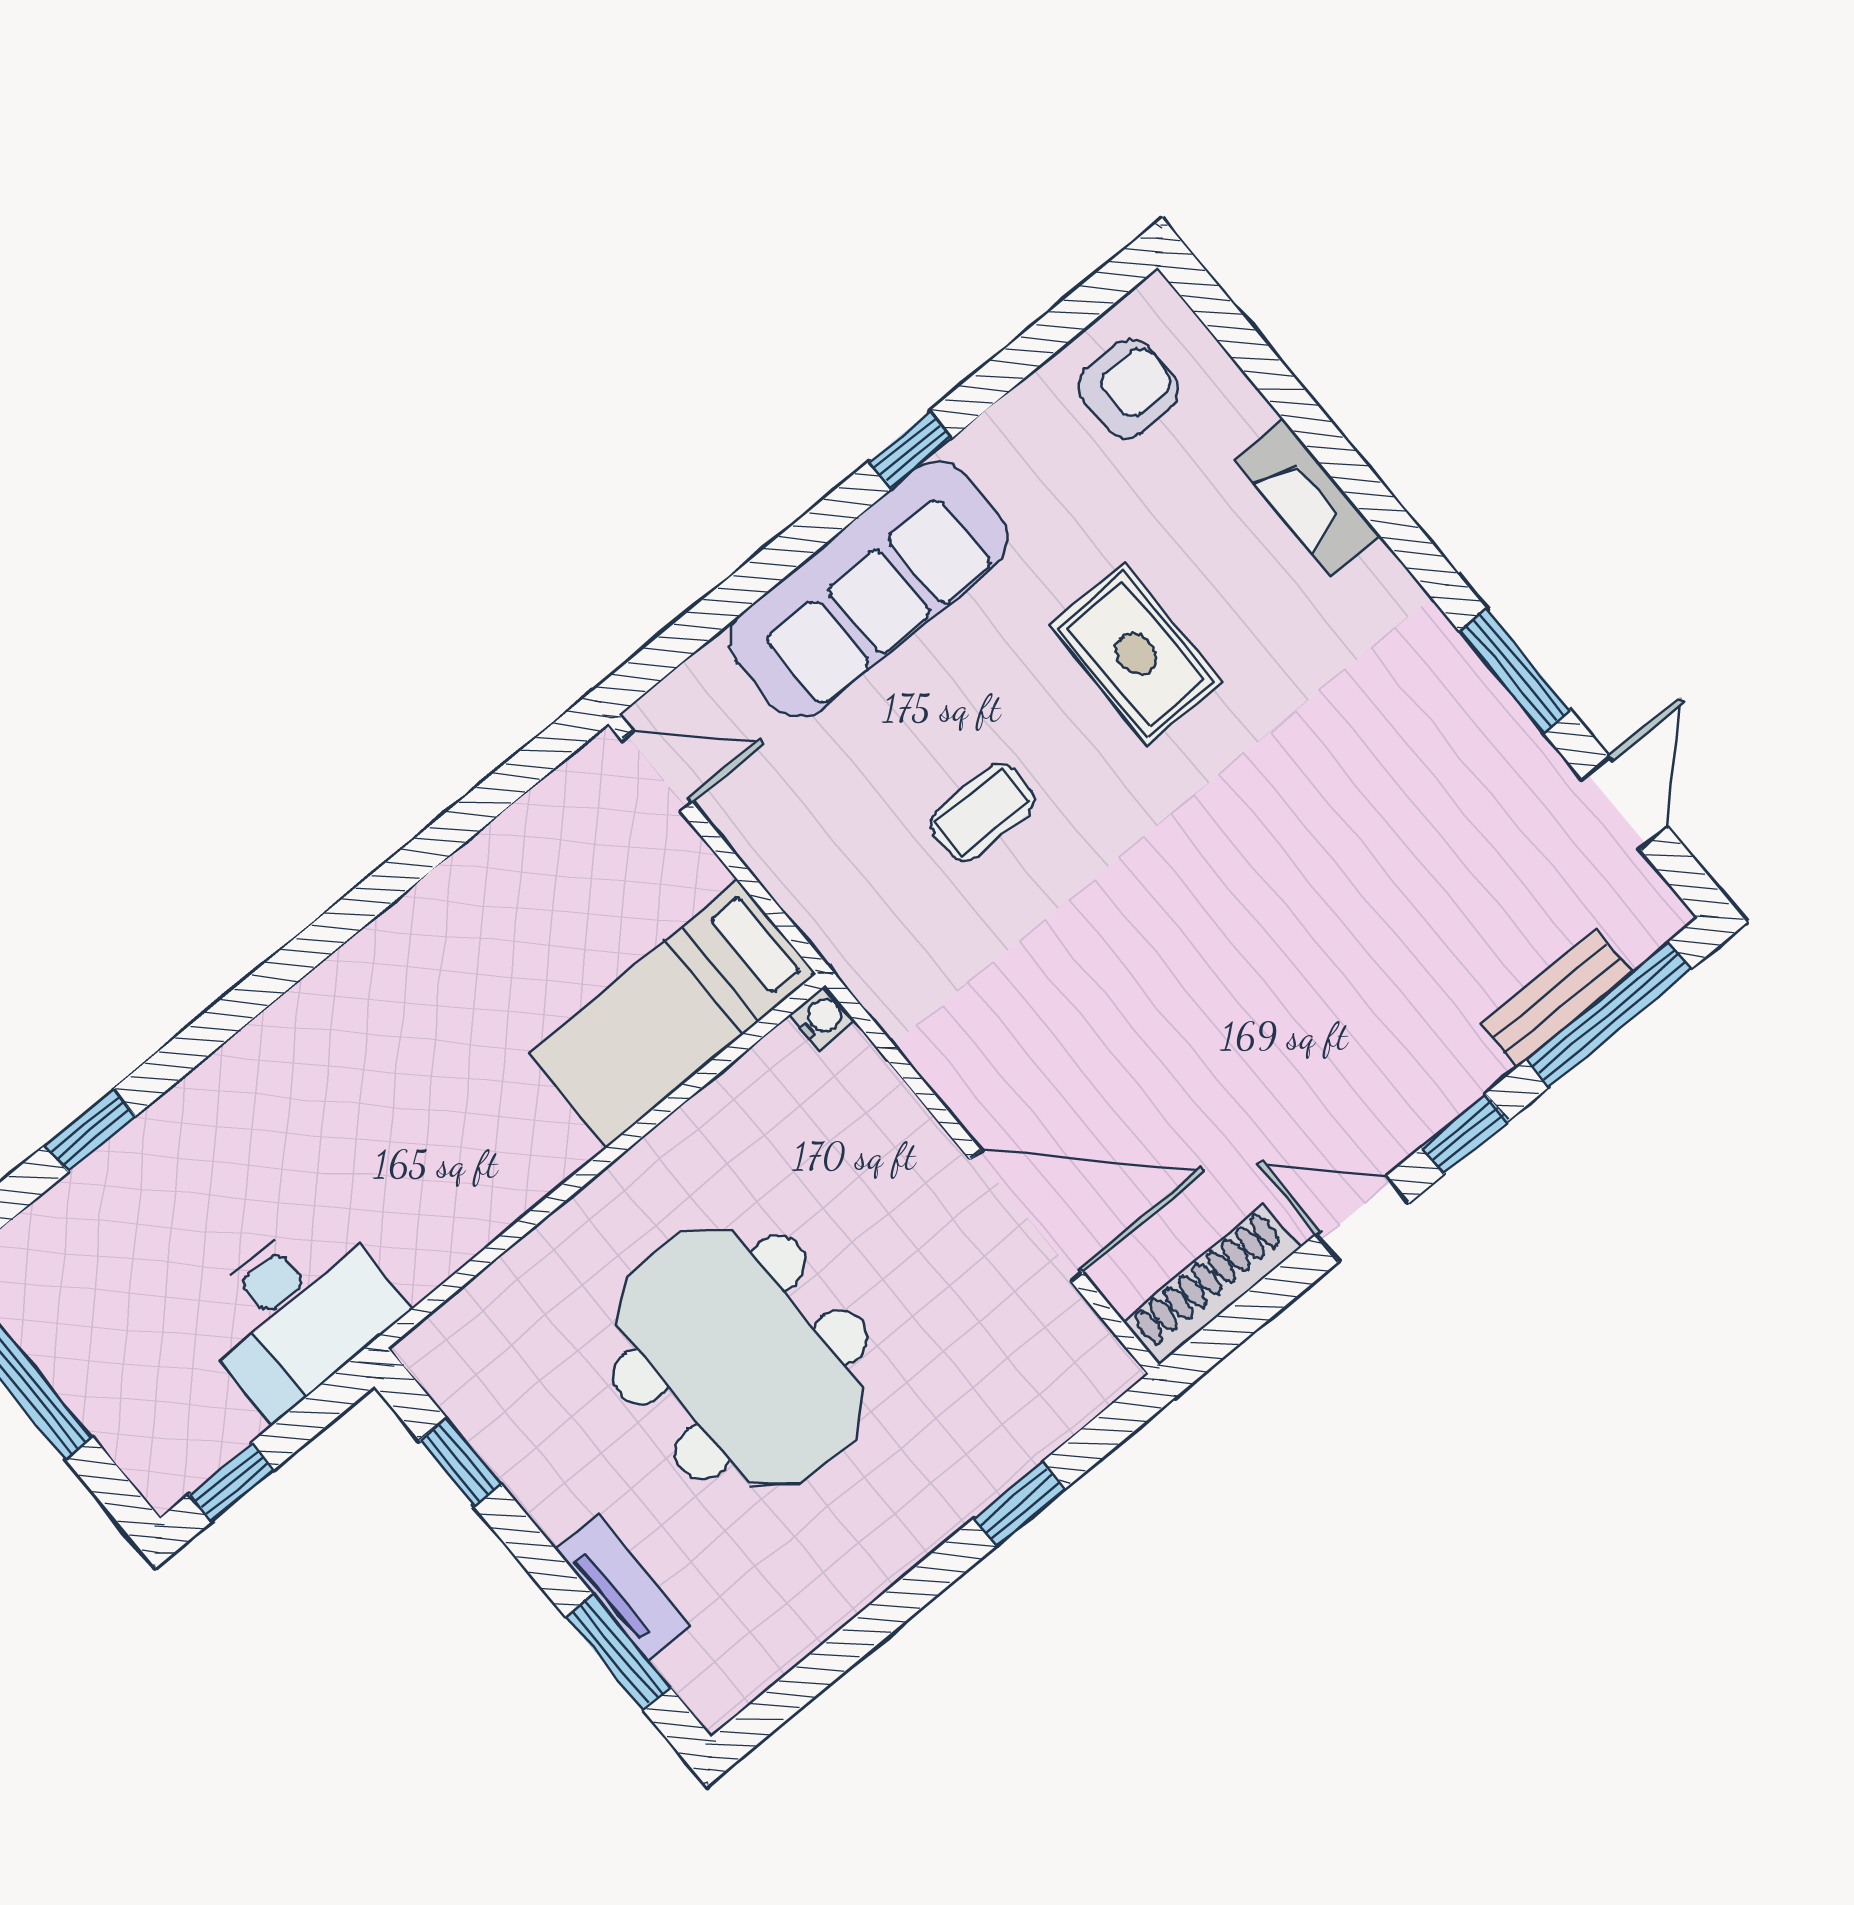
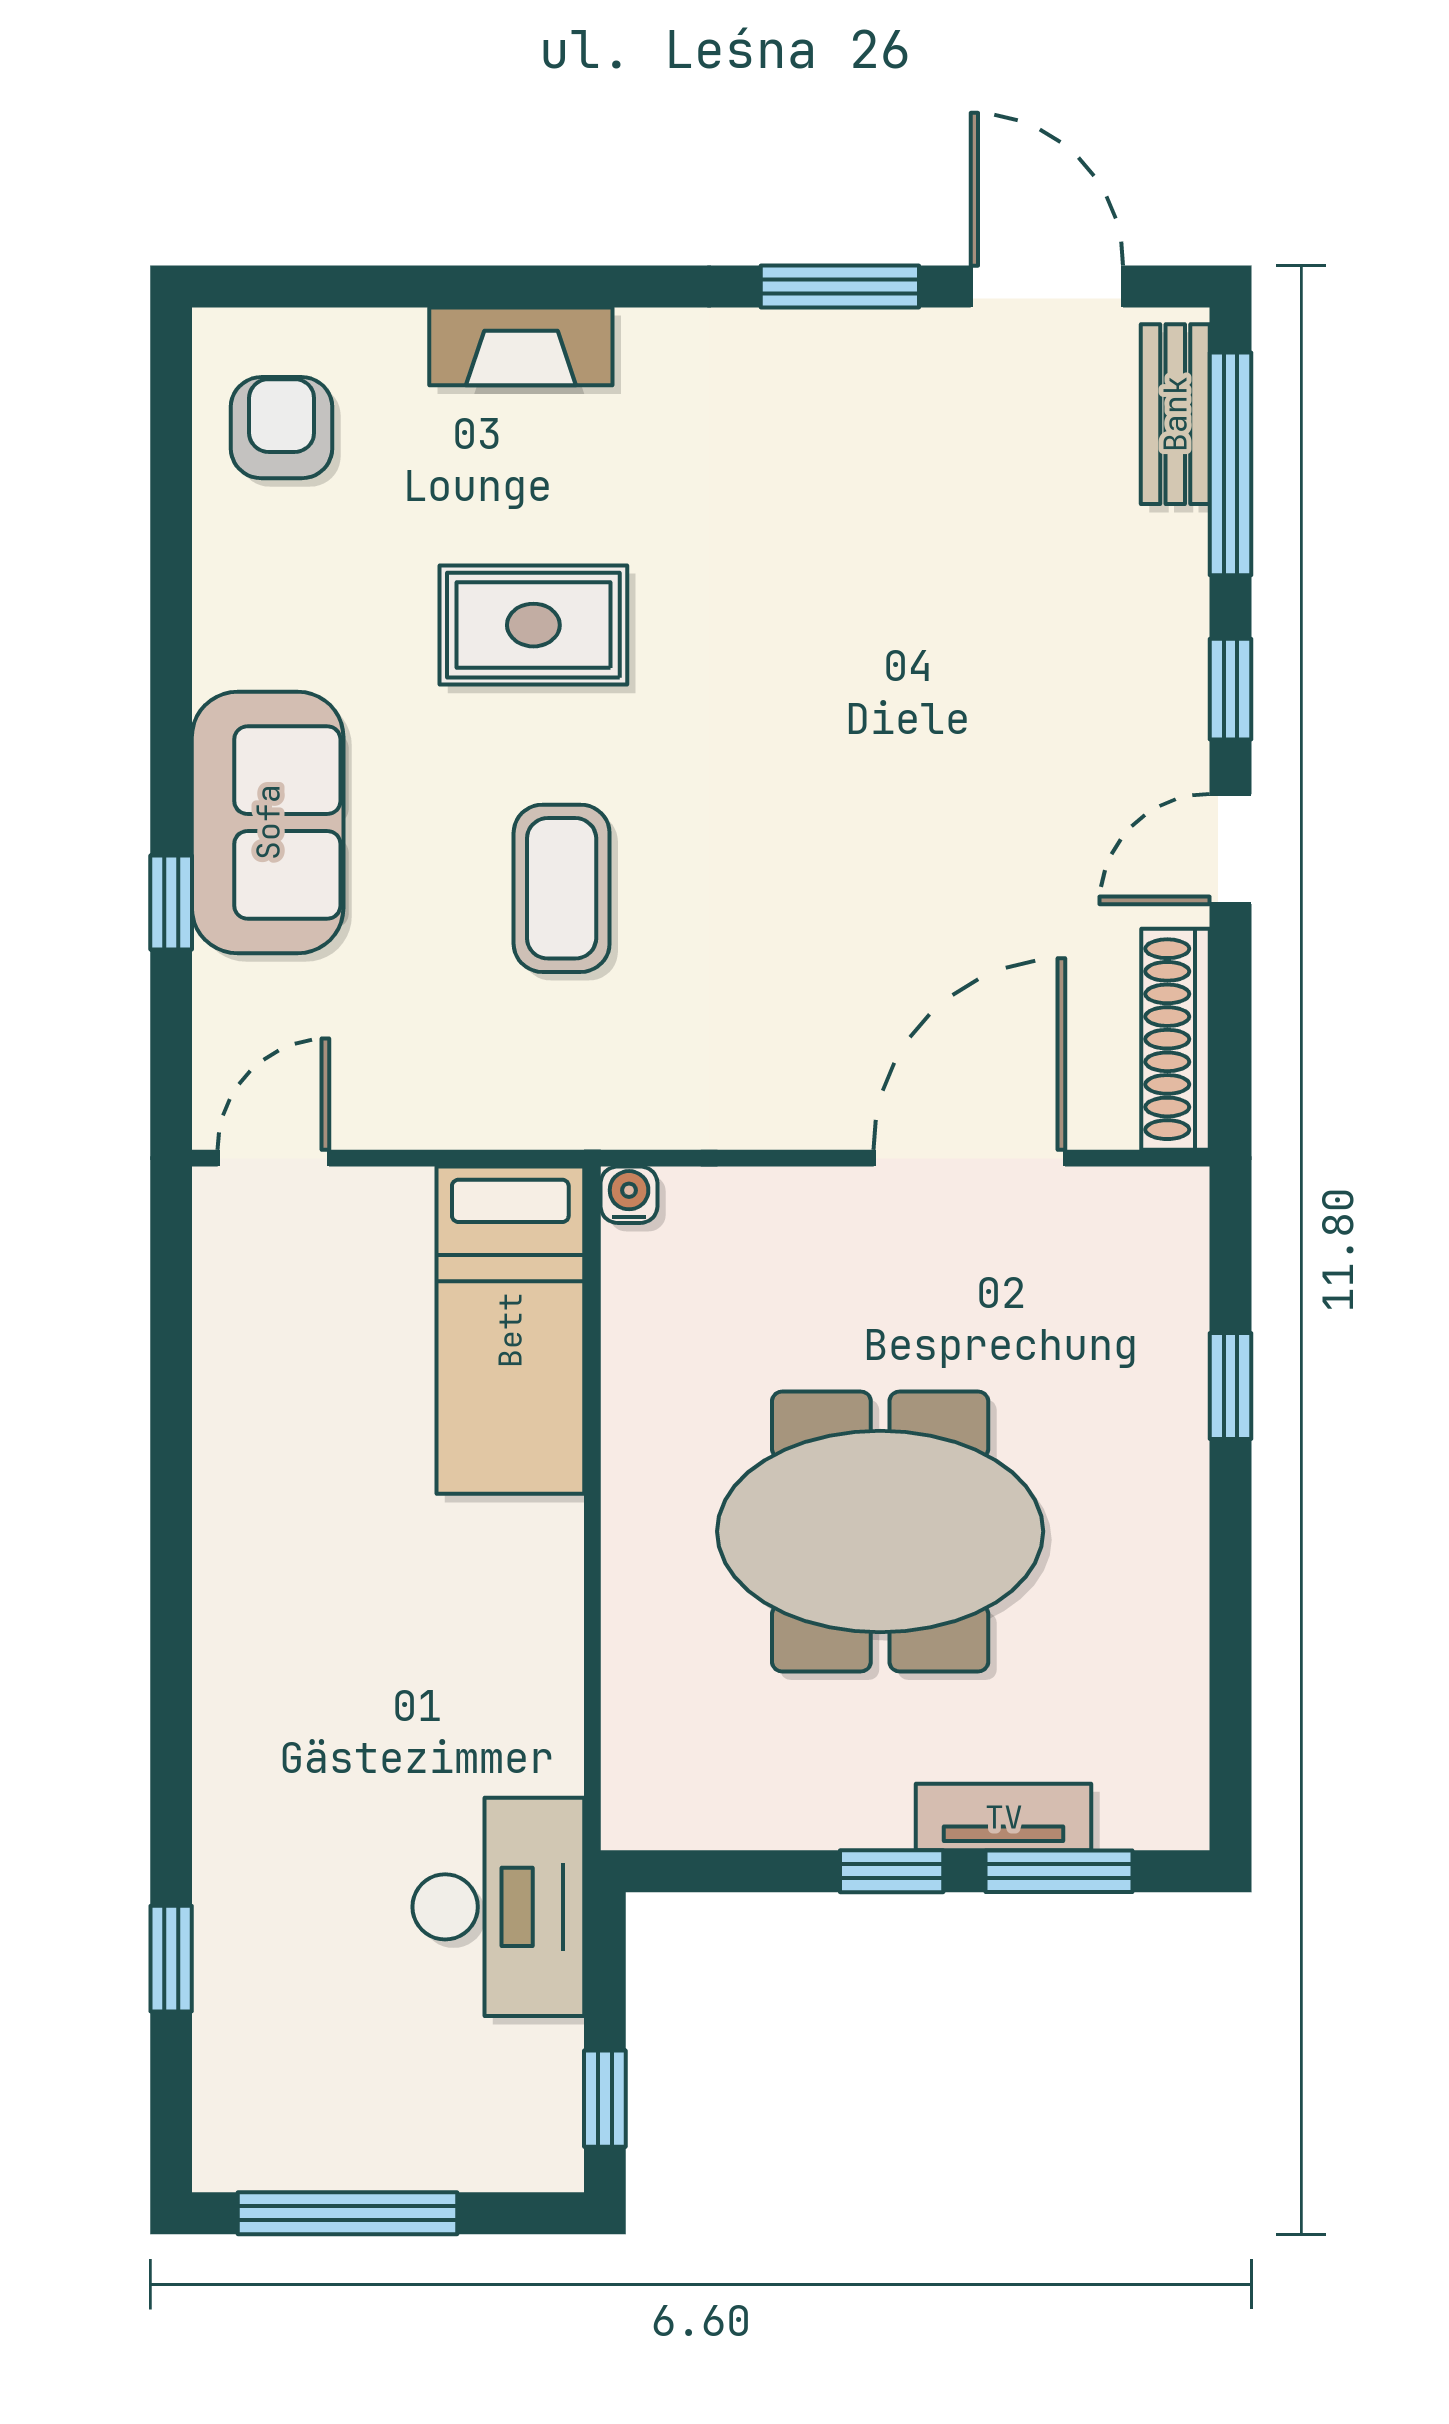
window: (911, 450) -> (171, 903), moved
sofa: (868, 589) -> (268, 822), width x0.73
door: (1625, 803) -> (1047, 286), width x1.38
coffee table: (982, 812) -> (562, 888), width x1.36, depth x1.30
bench: (1556, 998) -> (1175, 414), moved
window: (460, 1462) -> (892, 1871), moved

